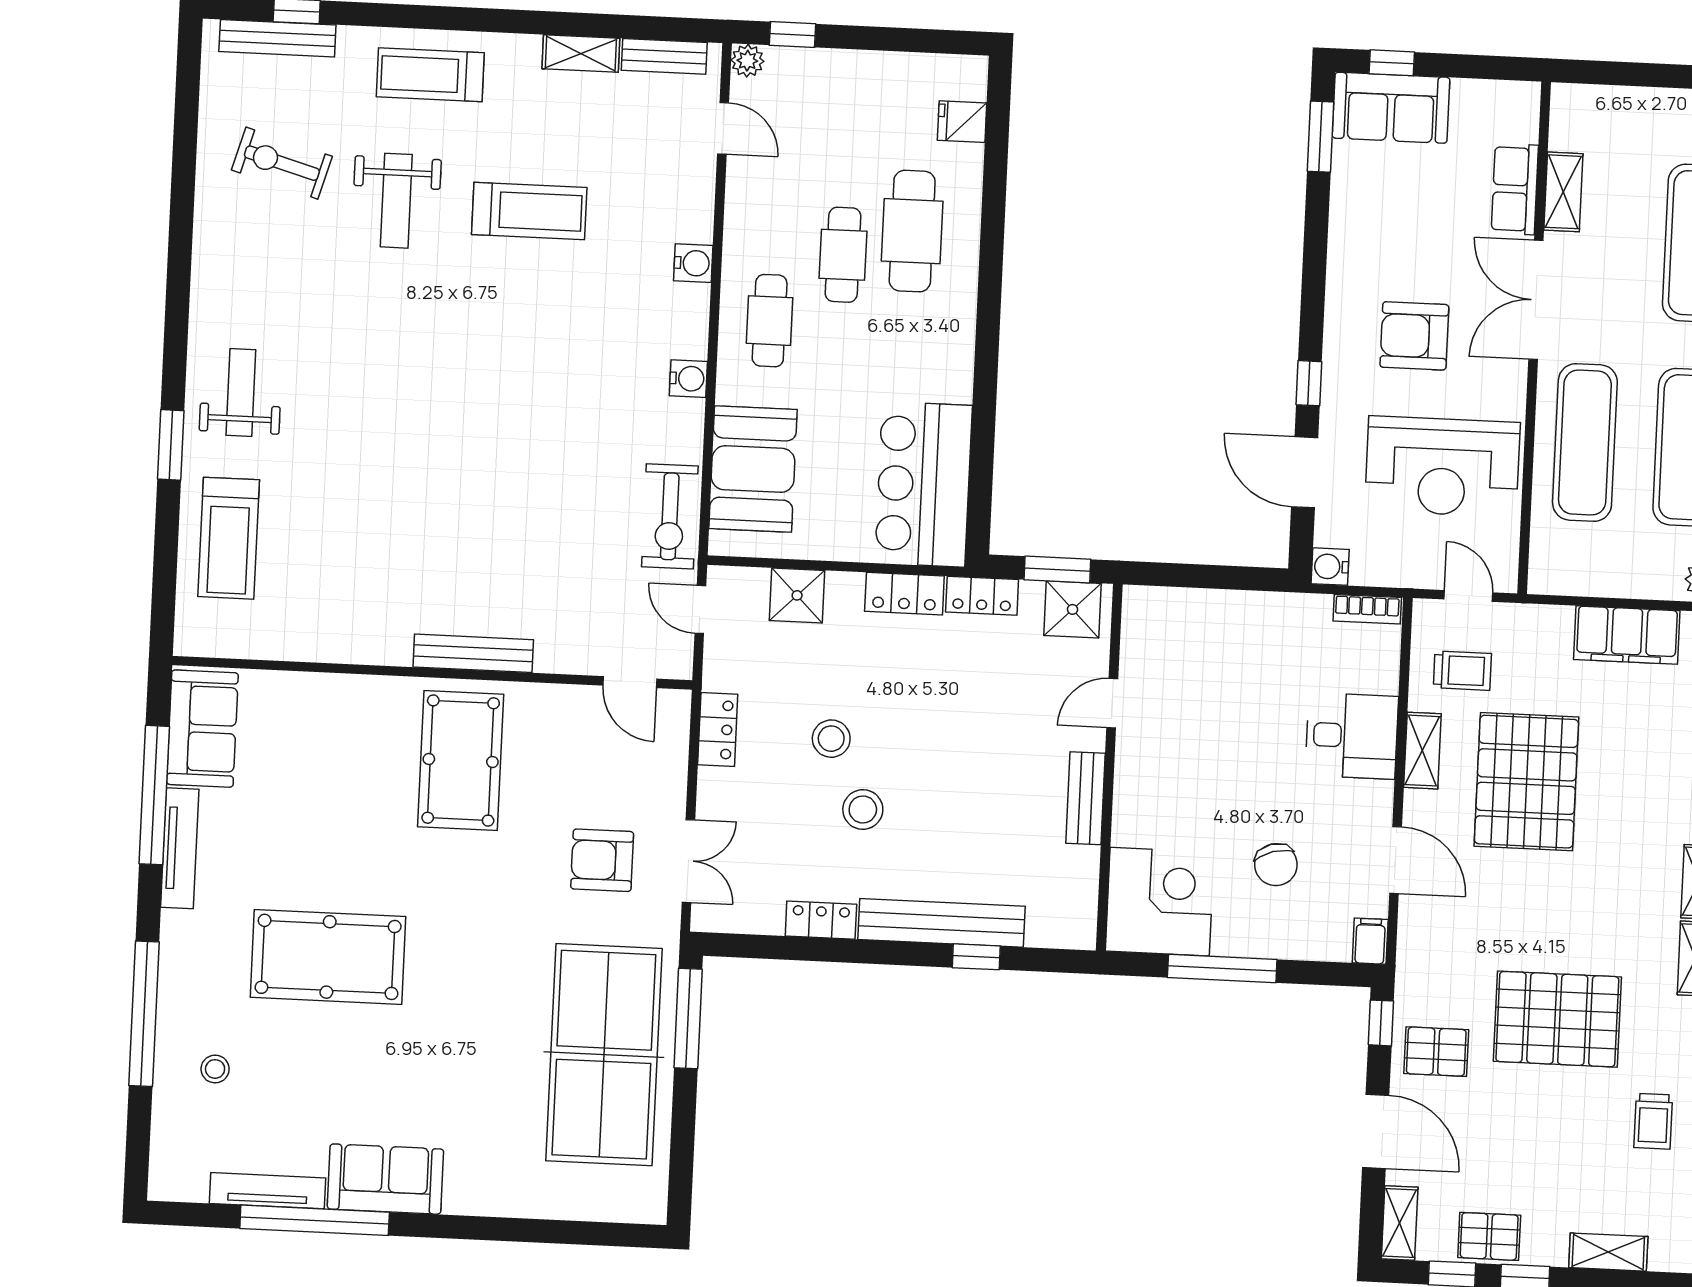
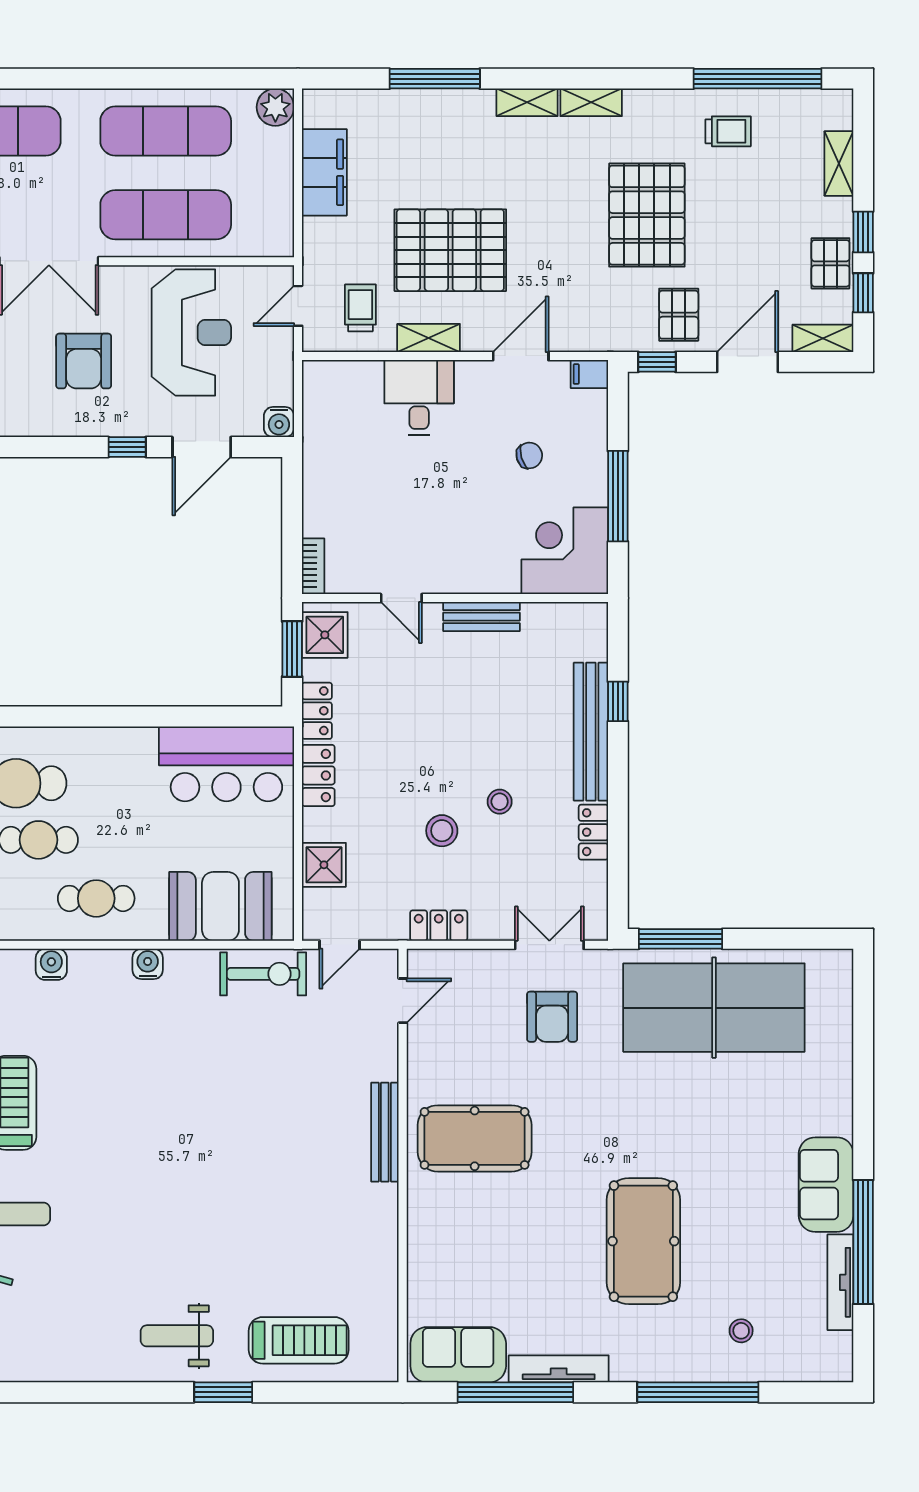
bookcase: (1367, 609) -> (313, 566), moved
stool: (863, 810) -> (500, 802), width x0.73, depth x0.73
chair: (1276, 865) -> (529, 455), width x0.73, depth x0.73

